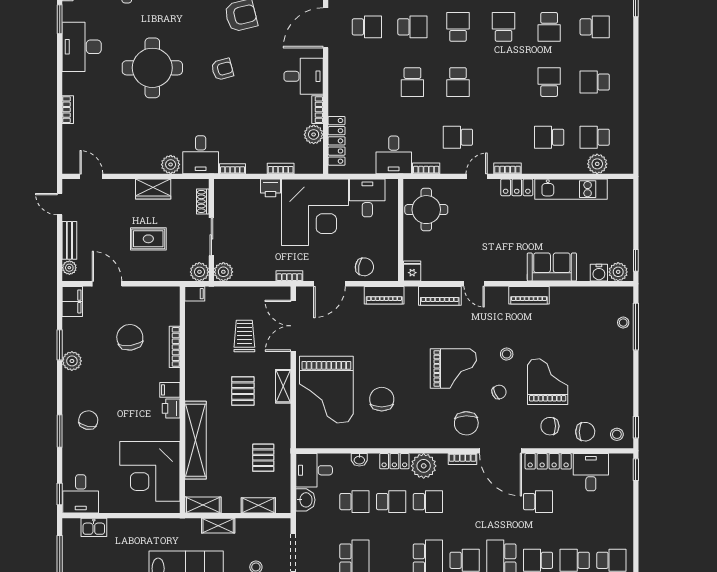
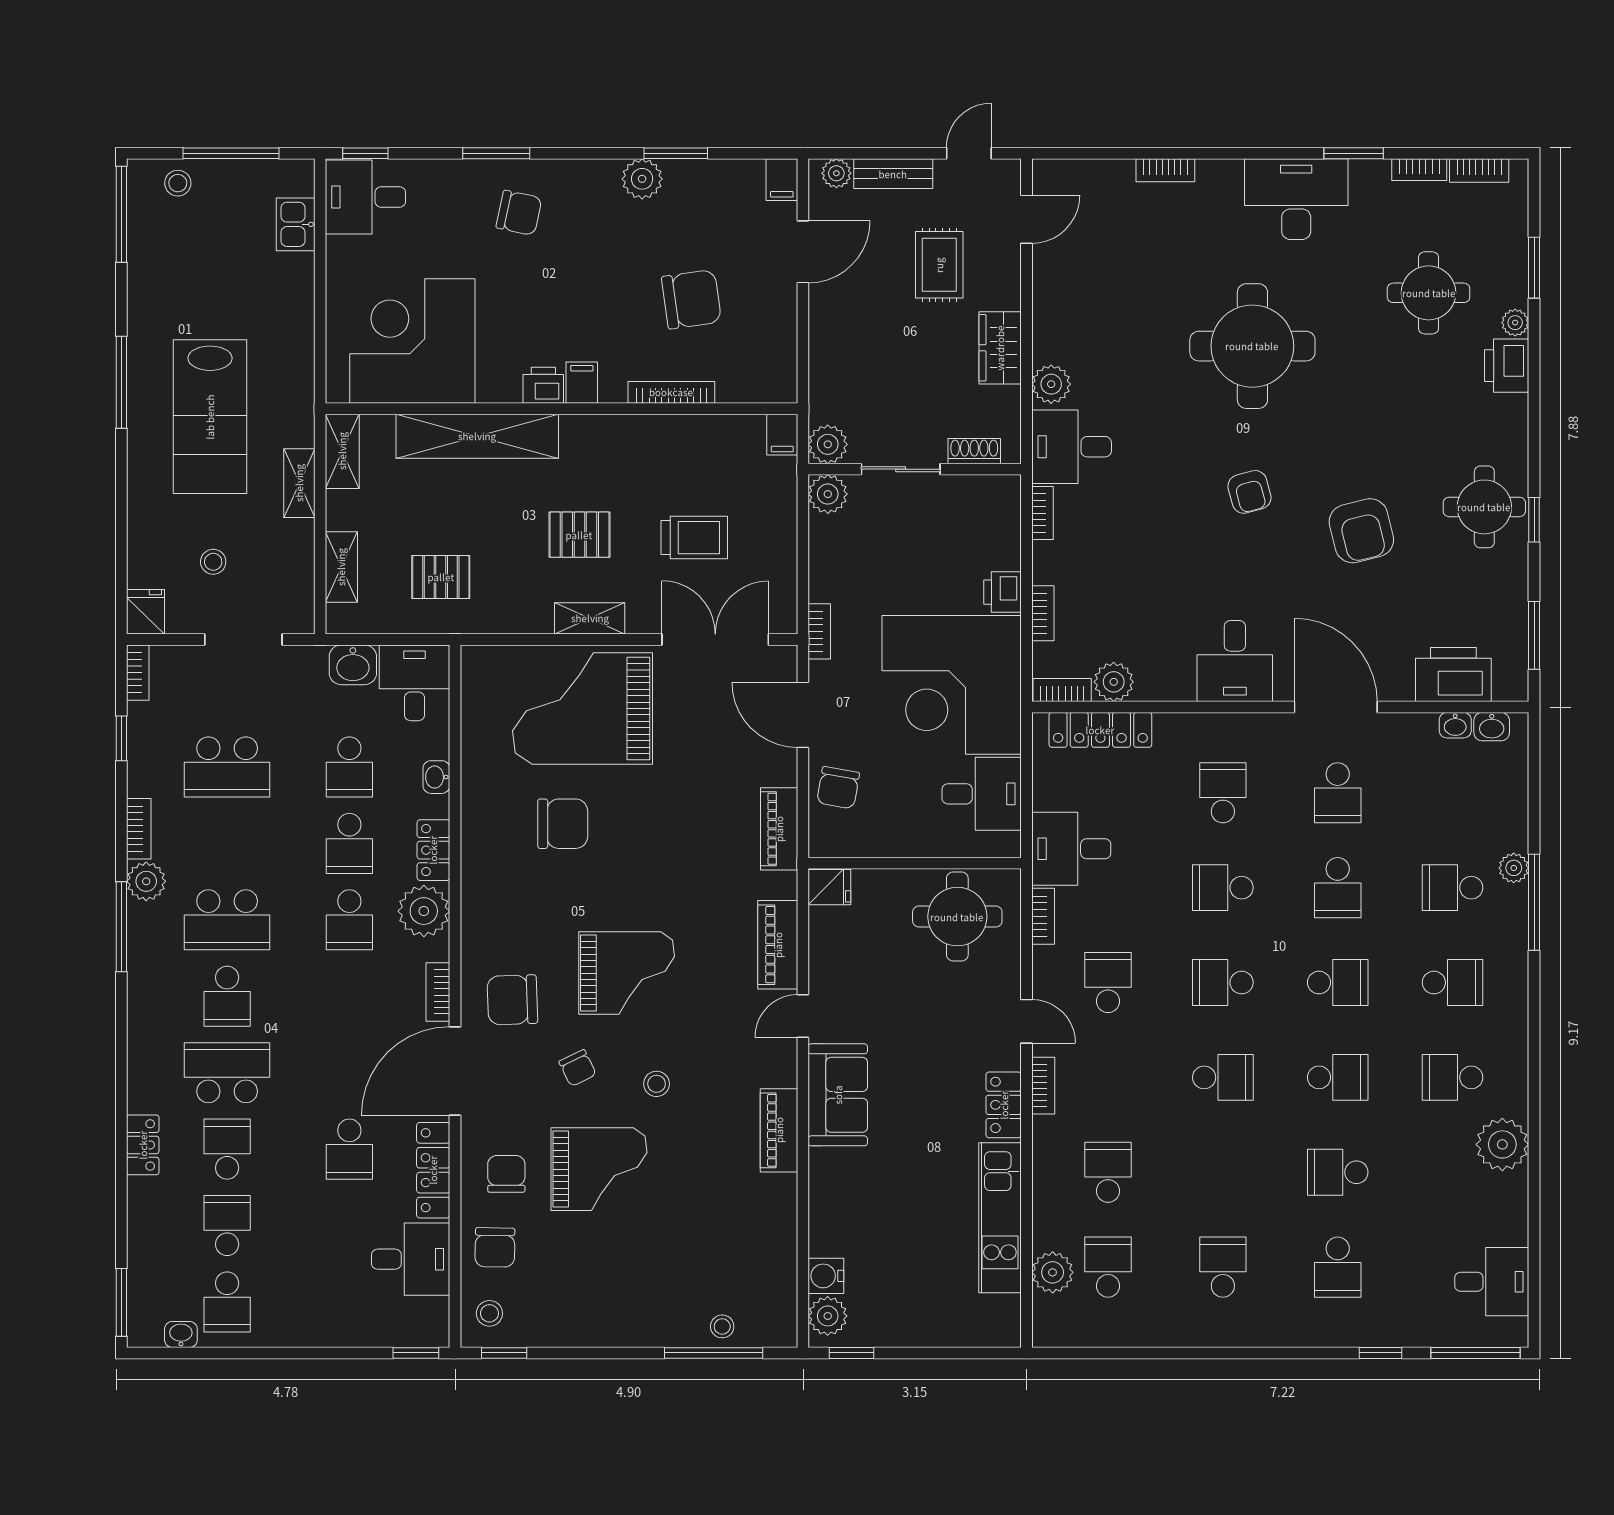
school desk: (367, 82) -> (1223, 793), added
school desk: (549, 82) -> (1223, 1077), moved
bookcase: (318, 110) -> (1062, 690), moved
rug: (148, 239) -> (939, 265), moved
sofa: (552, 267) -> (838, 1095), moved
filing cabinet: (72, 301) -> (782, 180), width x0.50
grand piano: (453, 368) -> (627, 973), turned -90

